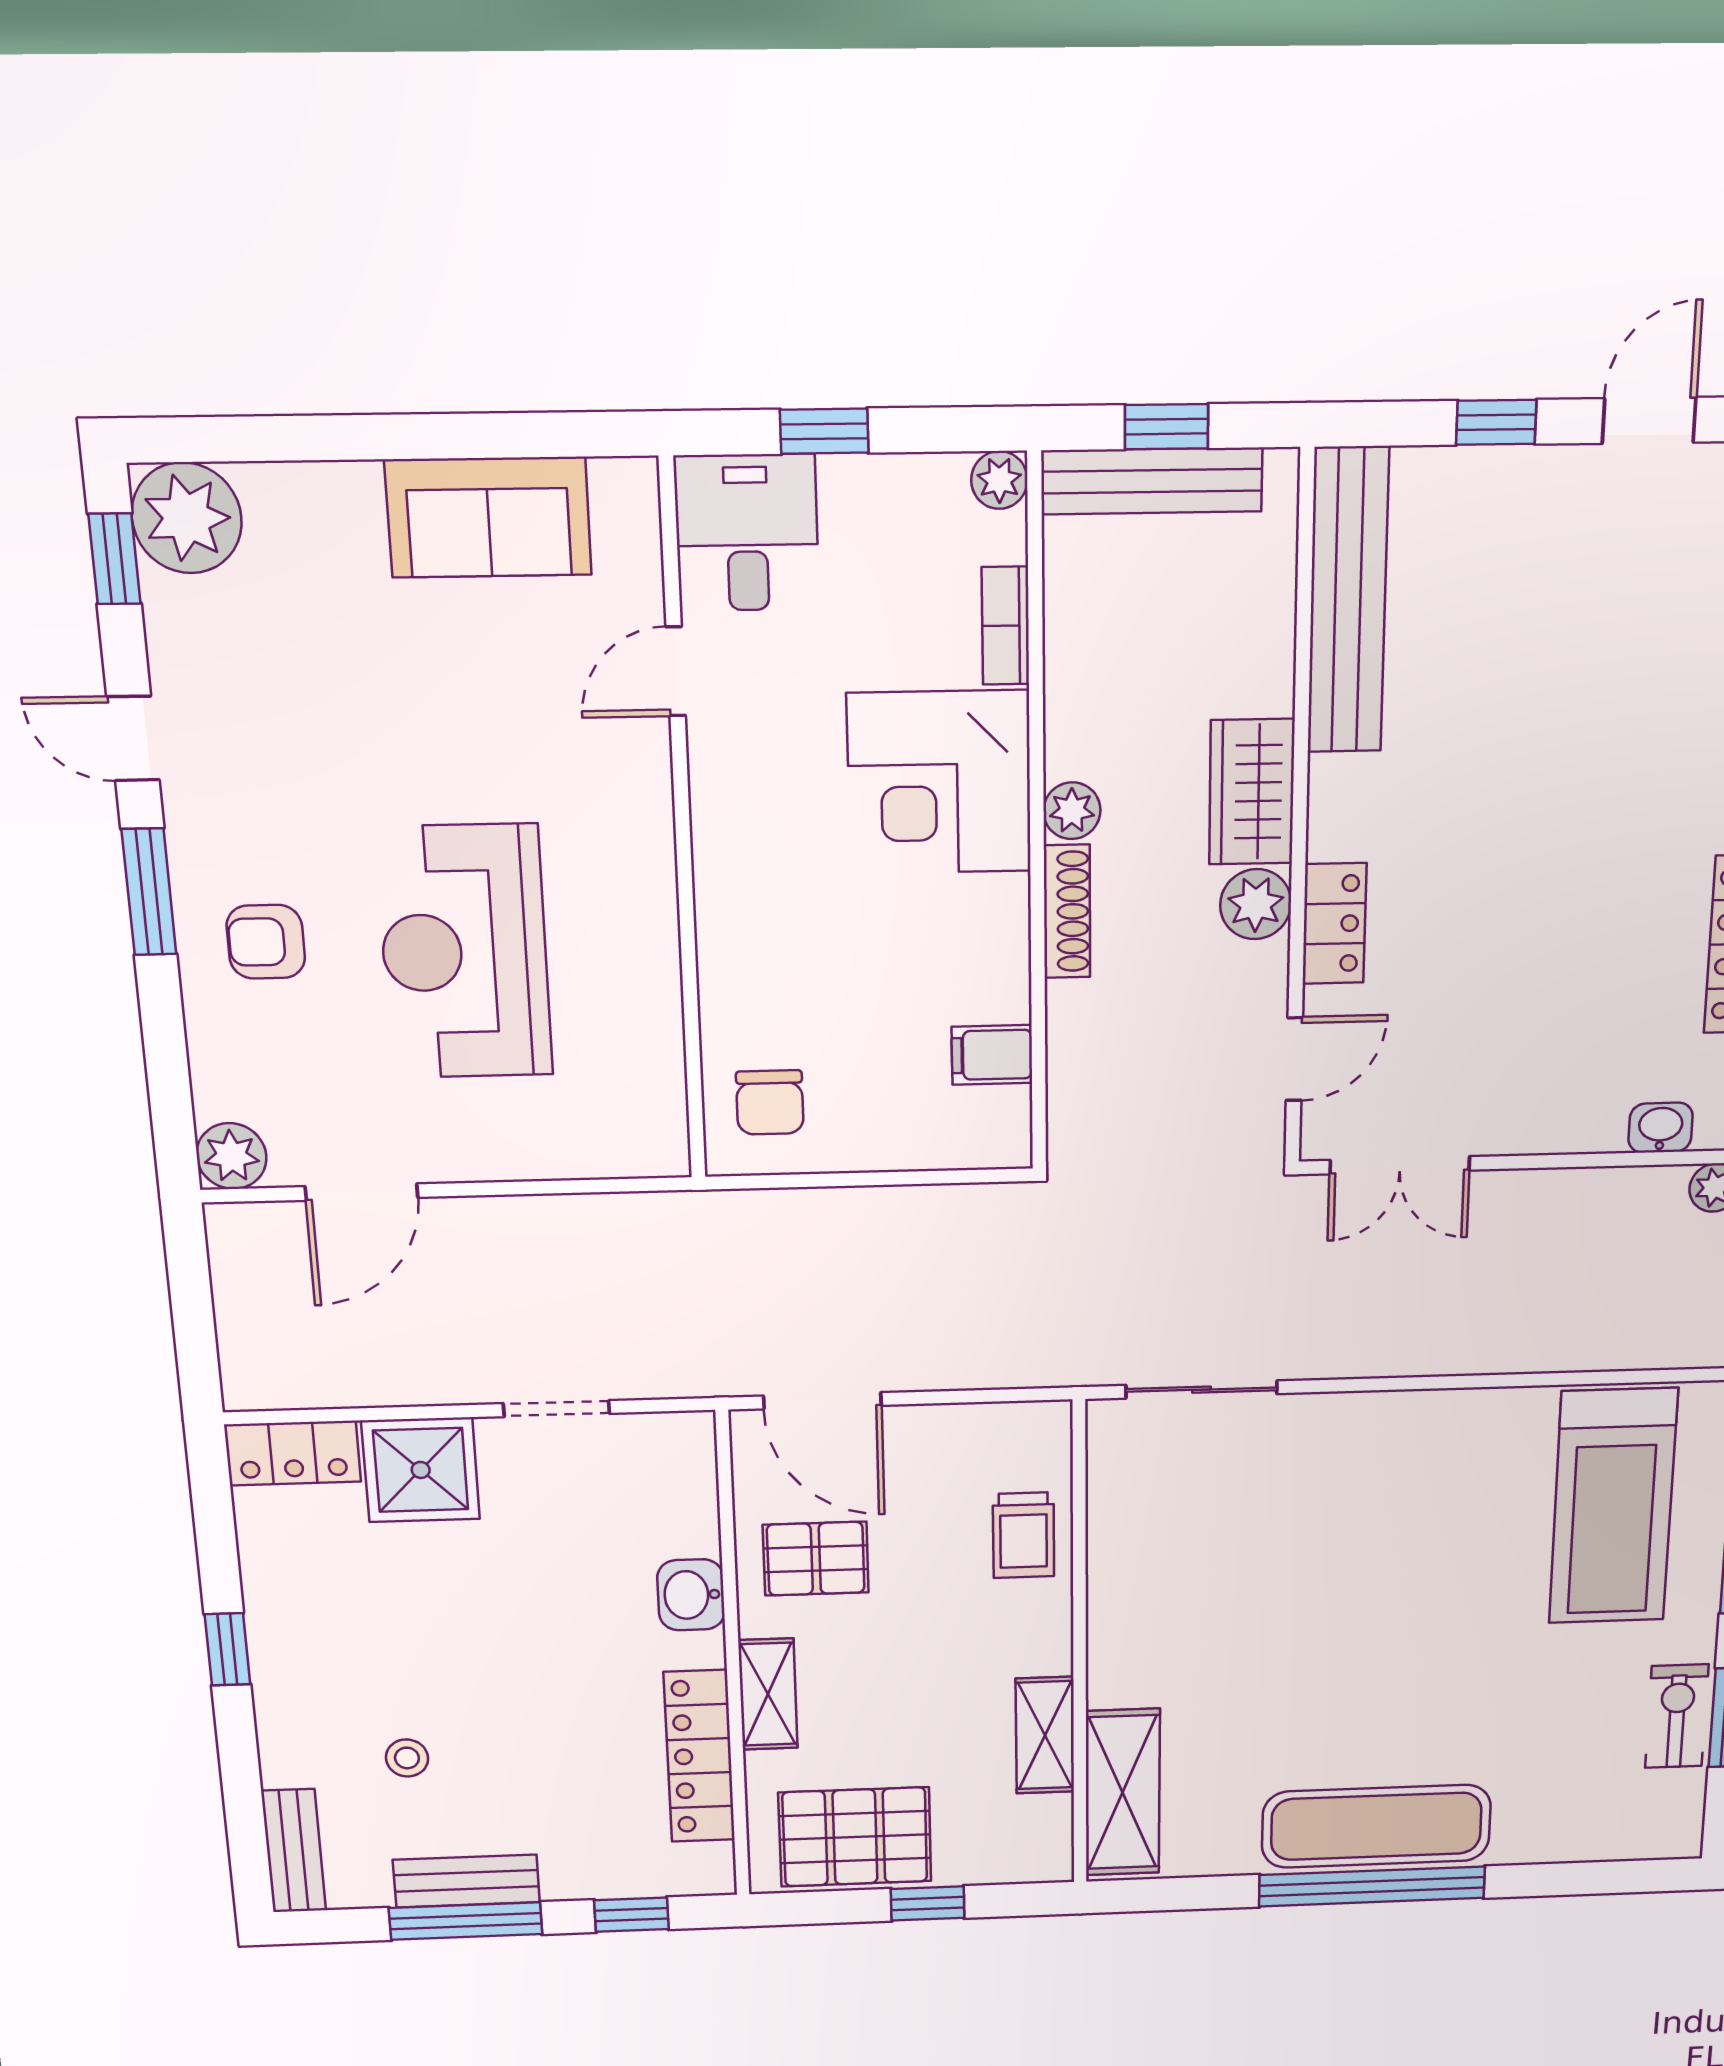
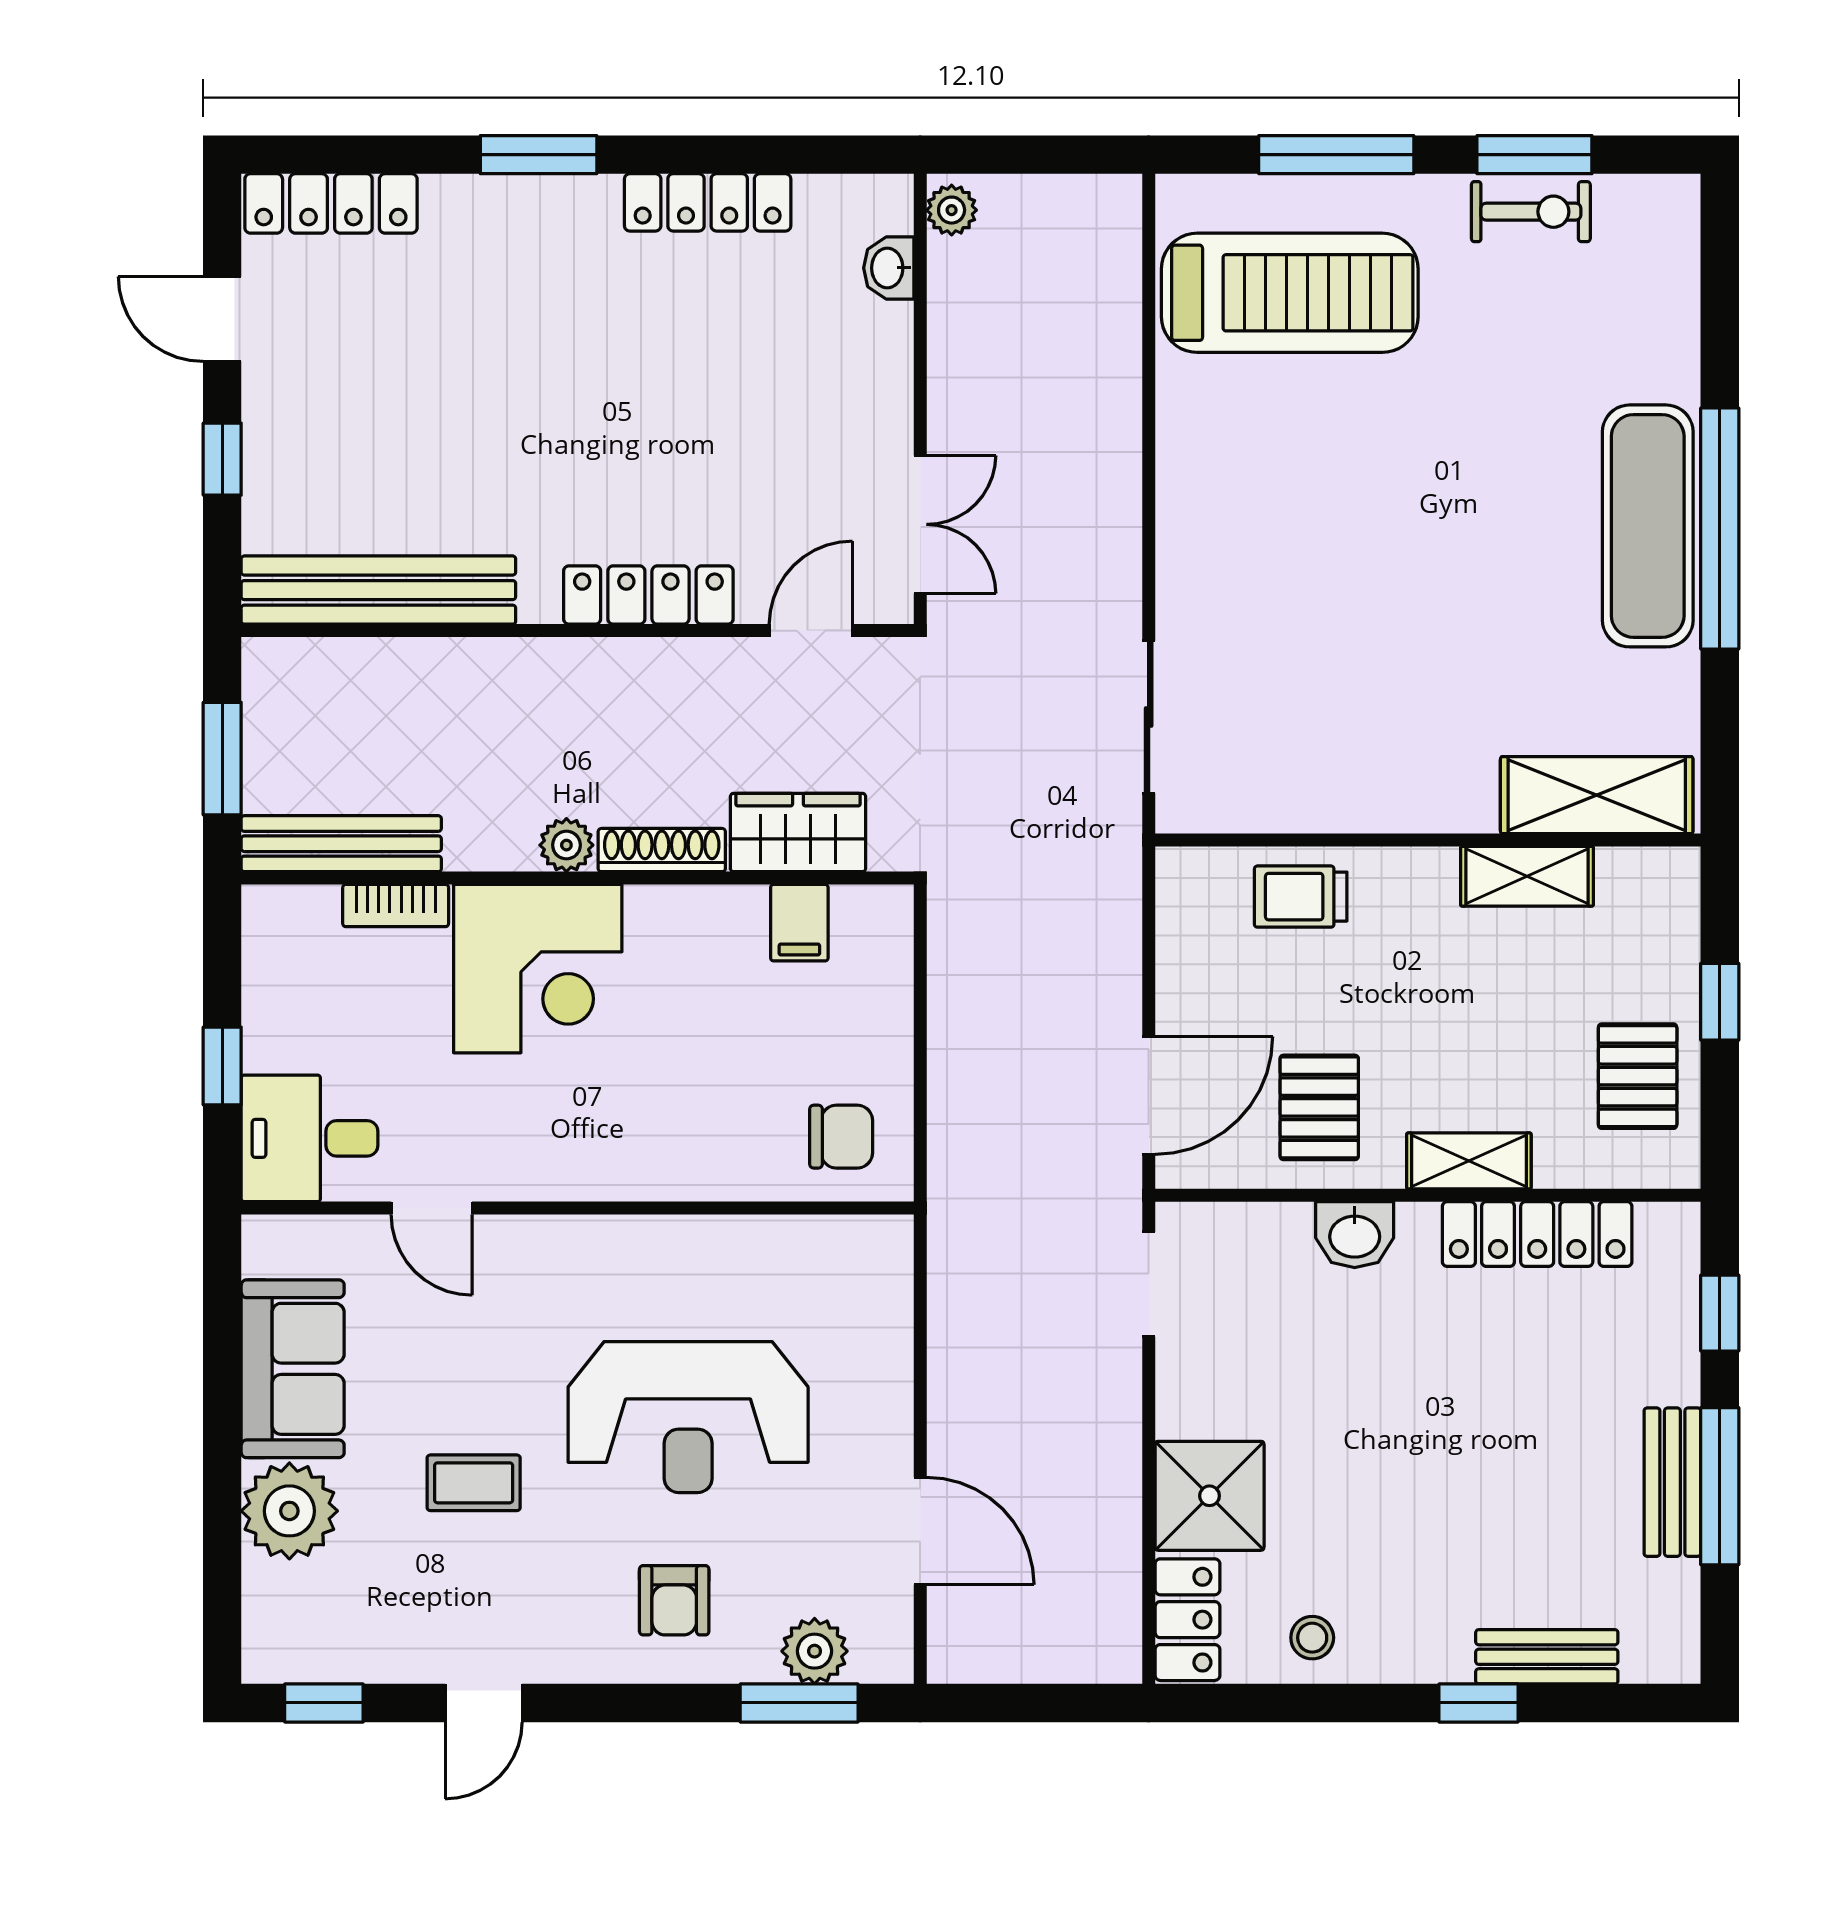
window: (1166, 427) -> (222, 759), width x1.50
plant: (999, 480) -> (267, 910), removed
bench: (1152, 481) -> (341, 844), moved, turned 90
plant: (187, 518) -> (289, 1511), moved
coffee table: (376, 723) -> (474, 1483), added
wardrobe: (1252, 792) -> (798, 833), moved, turned 180
window: (149, 892) -> (799, 1703), moved
plant: (1256, 904) -> (659, 671), removed
locker: (1334, 924) -> (648, 595), width x1.53
door: (1294, 1059) -> (811, 631), hinge flipped
plant: (231, 1156) -> (815, 1651), moved
doorway: (557, 1409) -> (1149, 1284), moved
trolley: (1024, 1535) -> (1301, 897), turned 180
window: (227, 1649) -> (1478, 1703), moved
exercise bike: (1677, 1716) -> (1531, 212), turned 180
stool: (407, 1758) -> (1312, 1638), moved
pallet: (855, 1837) -> (1638, 1076), width x0.67, depth x0.71
bench: (294, 1851) -> (1547, 1657), moved

